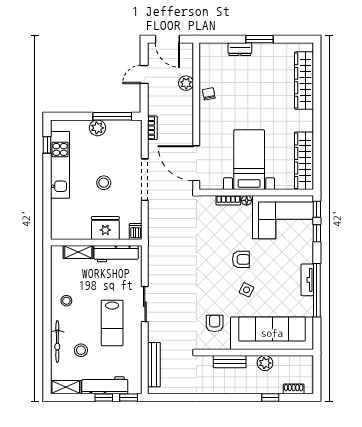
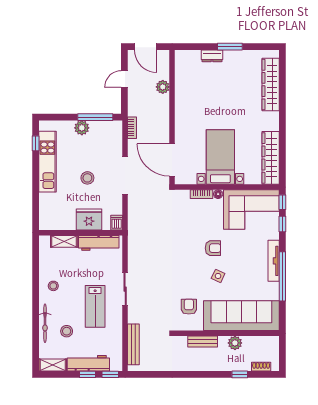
chair: (209, 94) -> (184, 97), removed
tv unit: (307, 280) -> (274, 261), width x1.41

